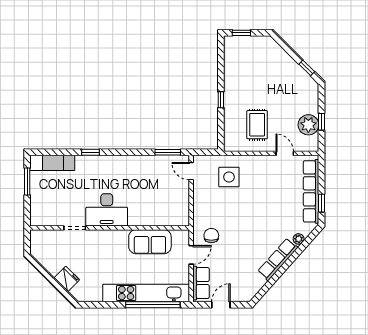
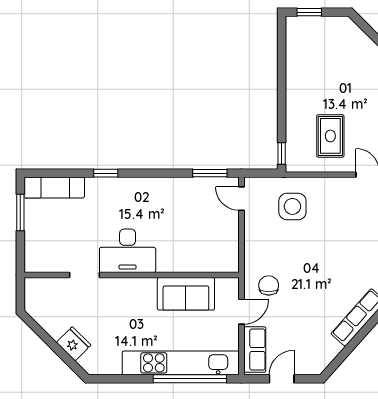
window: (221, 100) -> (282, 154), moved

